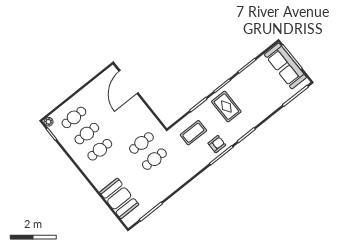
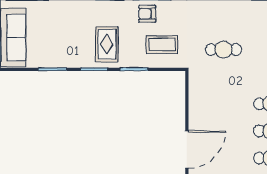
cafe table: (141, 143) -> (223, 77), removed

